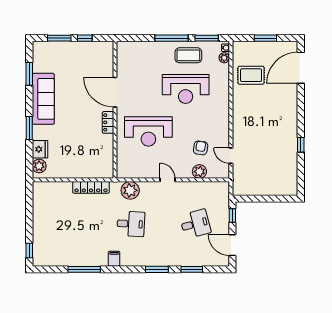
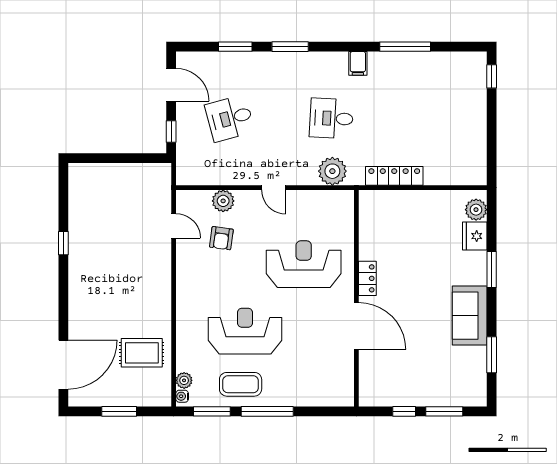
sofa: (43, 99) -> (470, 316), width x0.73

